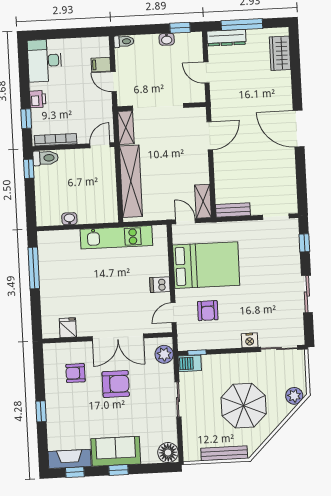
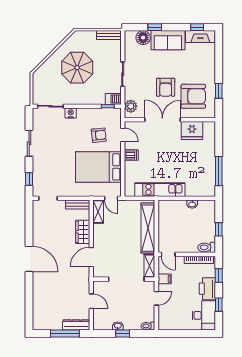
window: (180, 28) -> (123, 334), moved
wardrobe: (280, 53) -> (83, 232), moved, turned 180
filing cabinet: (101, 65) -> (165, 279), moved
window: (24, 77) -> (219, 305), added
door: (114, 82) -> (156, 298), hinge flipped
printer: (38, 99) -> (207, 289), width x1.87, depth x1.48
door: (100, 145) -> (168, 254), hinge flipped
window: (29, 169) -> (219, 229), moved
armchair: (208, 311) -> (99, 135), turned 84
door: (174, 313) -> (123, 135), hinge flipped
fridge: (68, 328) -> (192, 130), width x1.88, depth x1.34
armchair: (75, 373) -> (193, 96), width x1.88, depth x1.88
armchair: (116, 384) -> (166, 87), turned -90
plant: (294, 396) -> (41, 73), removed
window: (41, 411) -> (219, 91), moved
floor lamp: (168, 453) -> (143, 38), moved
bench: (224, 453) -> (108, 35), moved, width x0.73
window: (119, 470) -> (155, 27), moved

